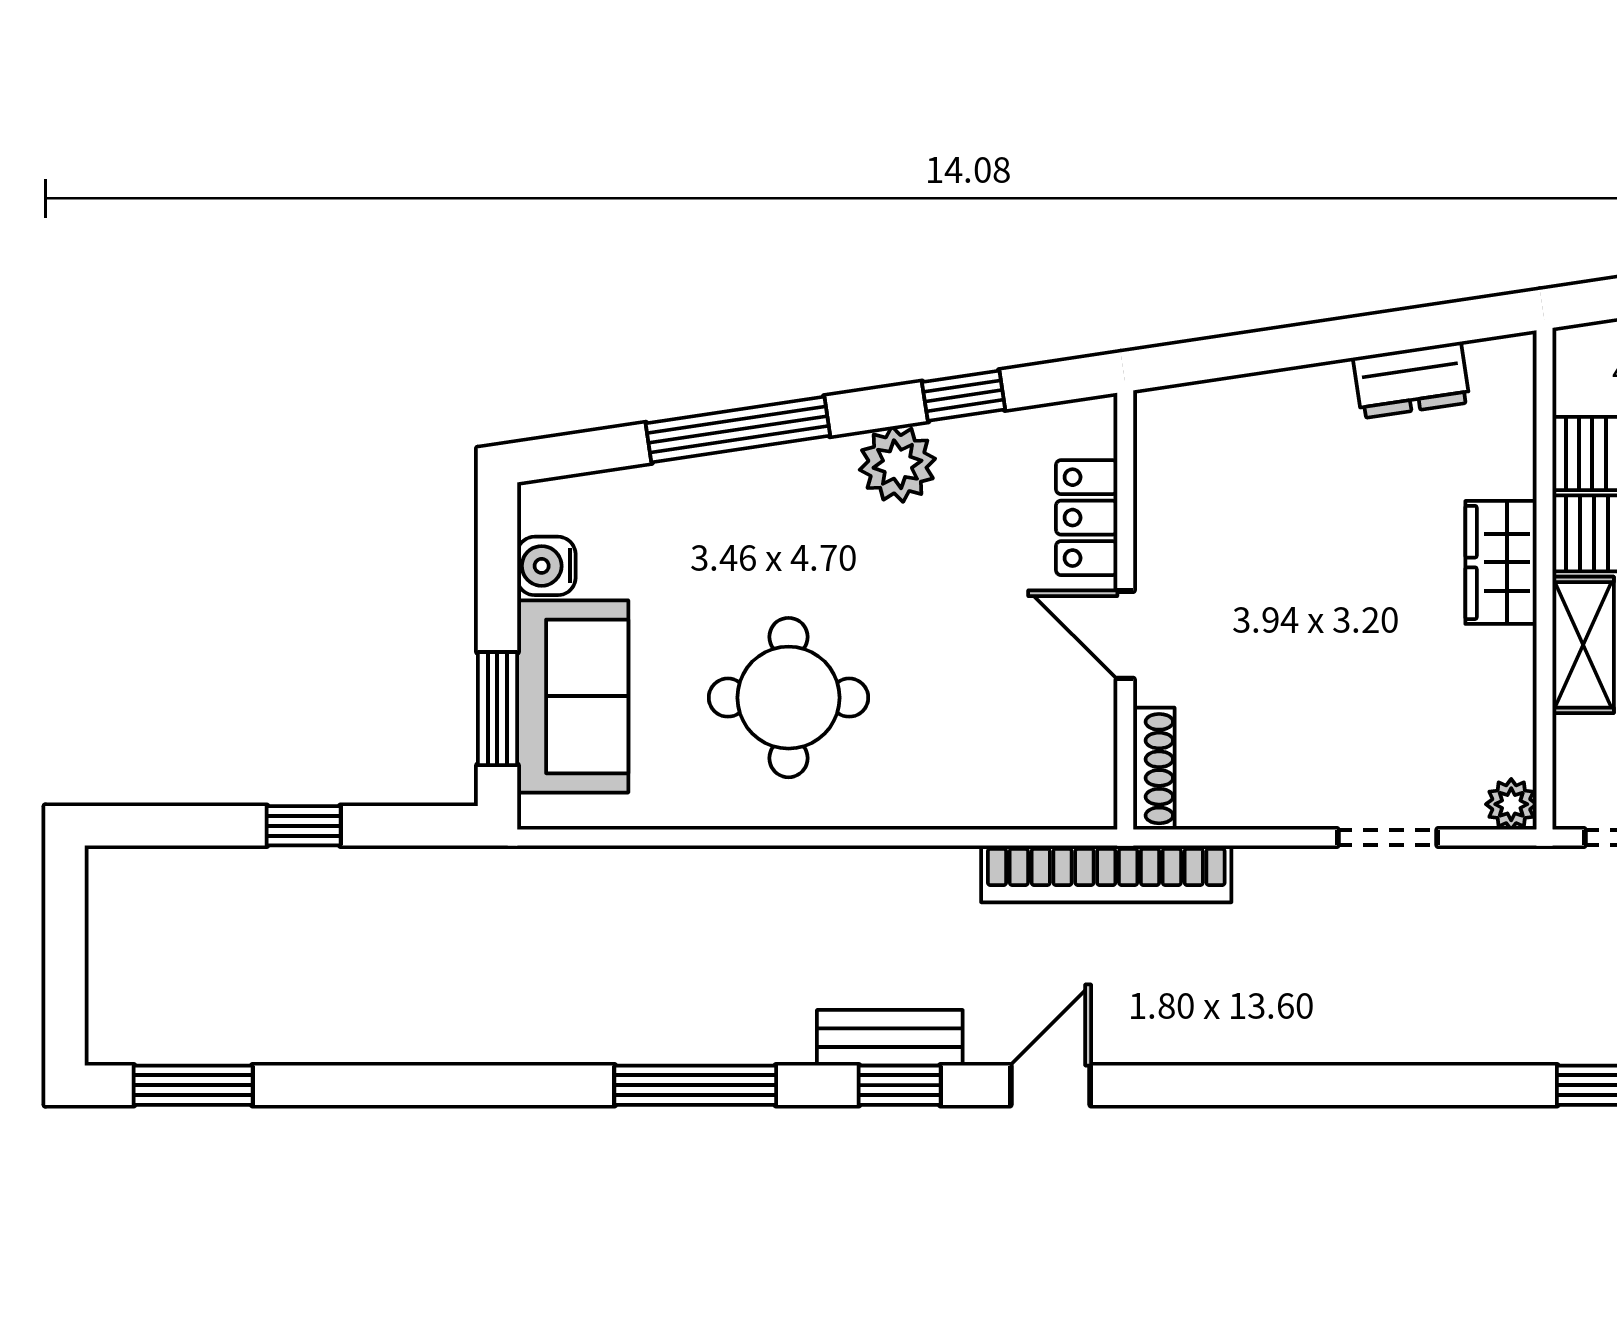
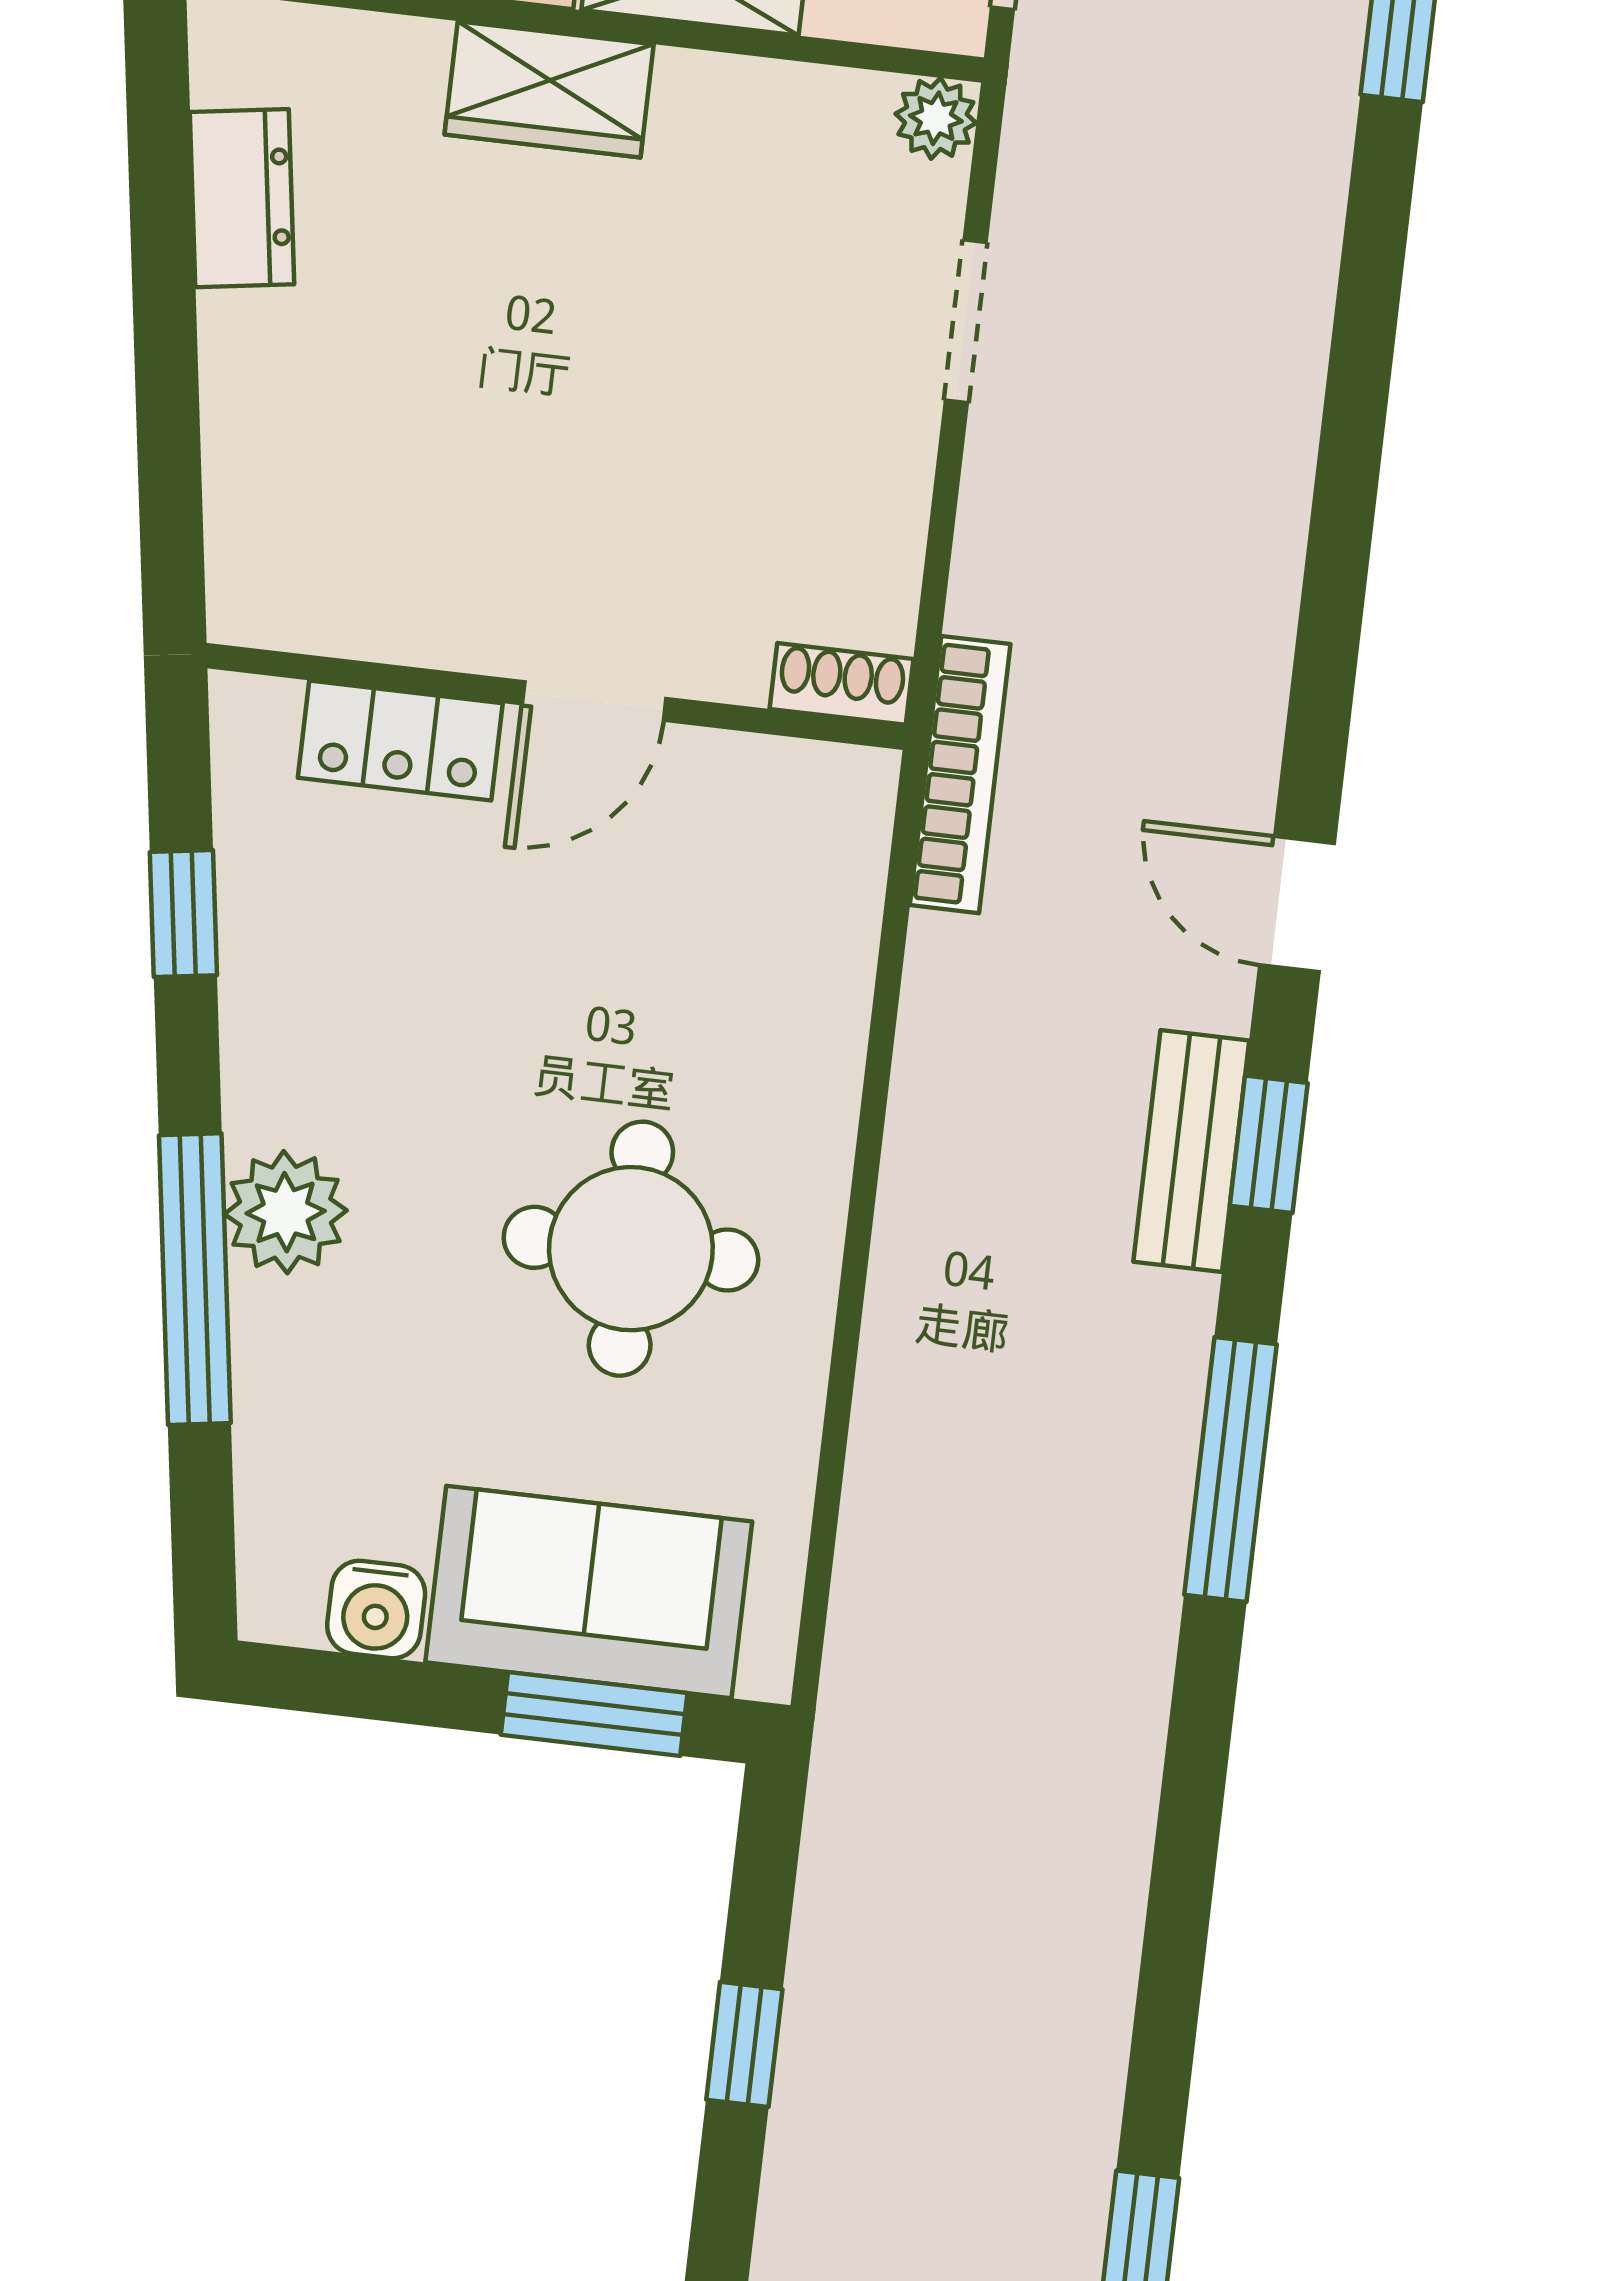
plant: (897, 464) -> (286, 1212), moved
shoe rack: (1154, 769) -> (841, 684), width x0.70
bookcase: (1106, 874) -> (960, 775), width x0.68, depth x0.76

